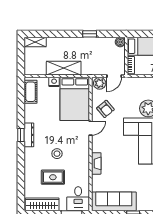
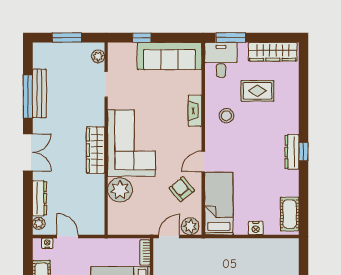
shelving: (64, 68) -> (242, 248), removed
bed: (75, 99) -> (219, 204), width x0.67
stool: (57, 154) -> (226, 116), moved

